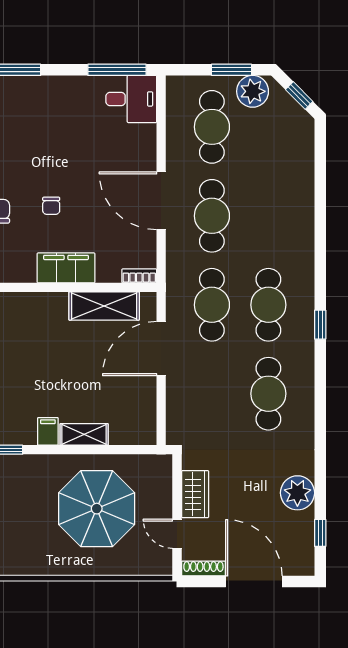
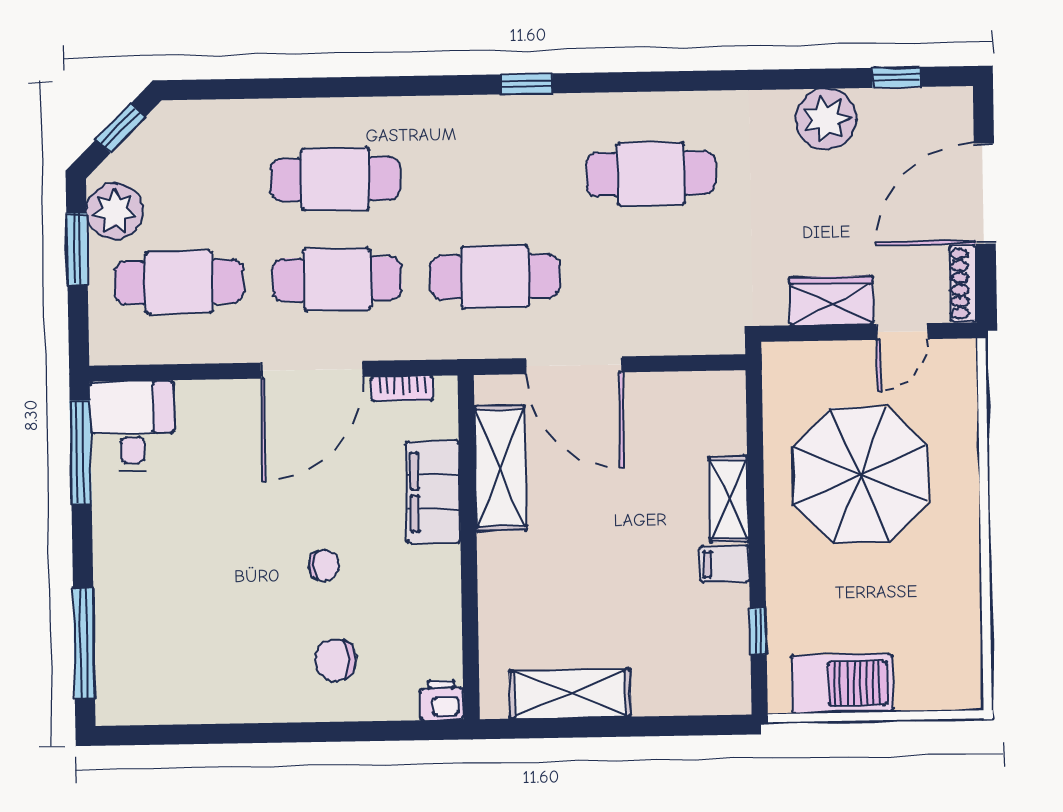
filing cabinet: (66, 268) -> (433, 492), moved
bookcase: (139, 276) -> (402, 389), moved, turned -90
cafe table: (268, 305) -> (335, 179), moved

